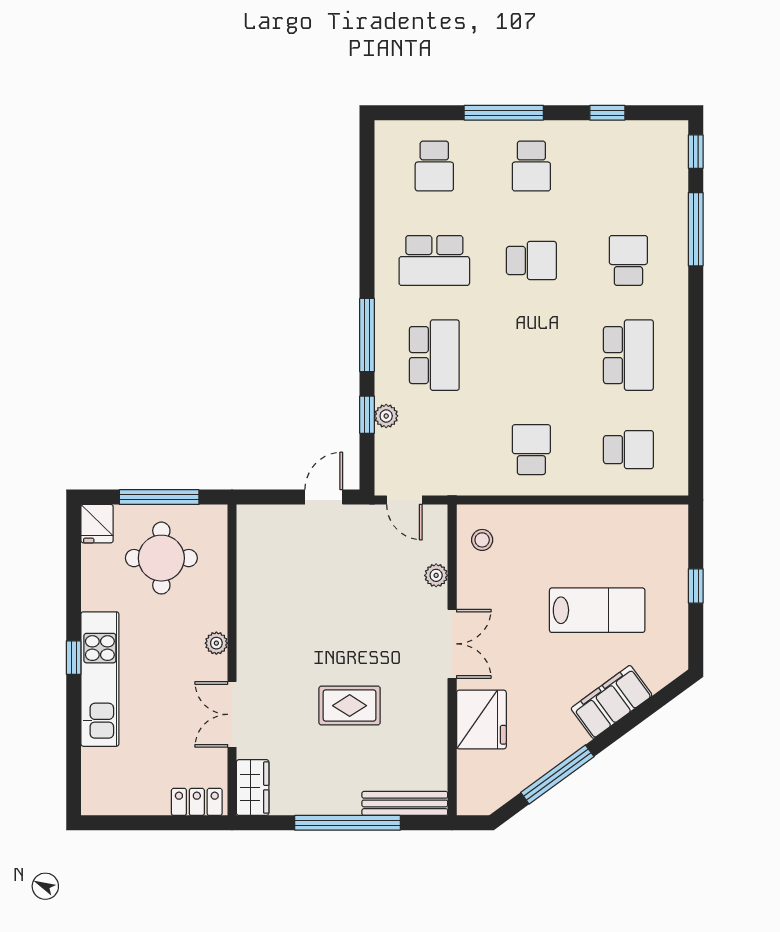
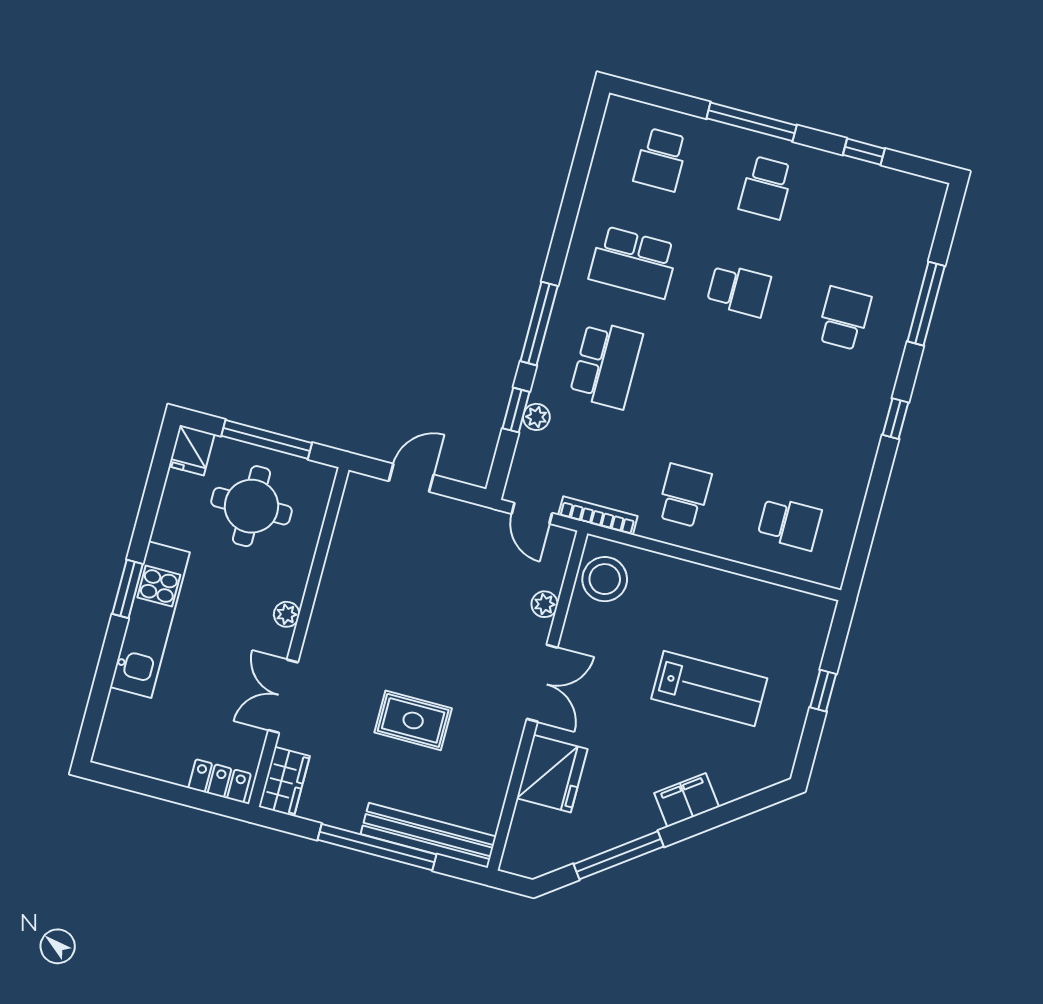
window: (696, 152) -> (895, 419), moved
school desk: (628, 355) -> (817, 421), removed
bookcase: (462, 487) -> (598, 516), added
door: (324, 497) -> (411, 478), moved
stool: (482, 540) -> (605, 579), width x1.89, depth x1.89
window: (74, 658) -> (128, 589), width x1.50
filing cabinet: (612, 702) -> (687, 800), width x0.67, depth x0.86
bench: (405, 803) -> (428, 835), width x1.37, depth x1.21

